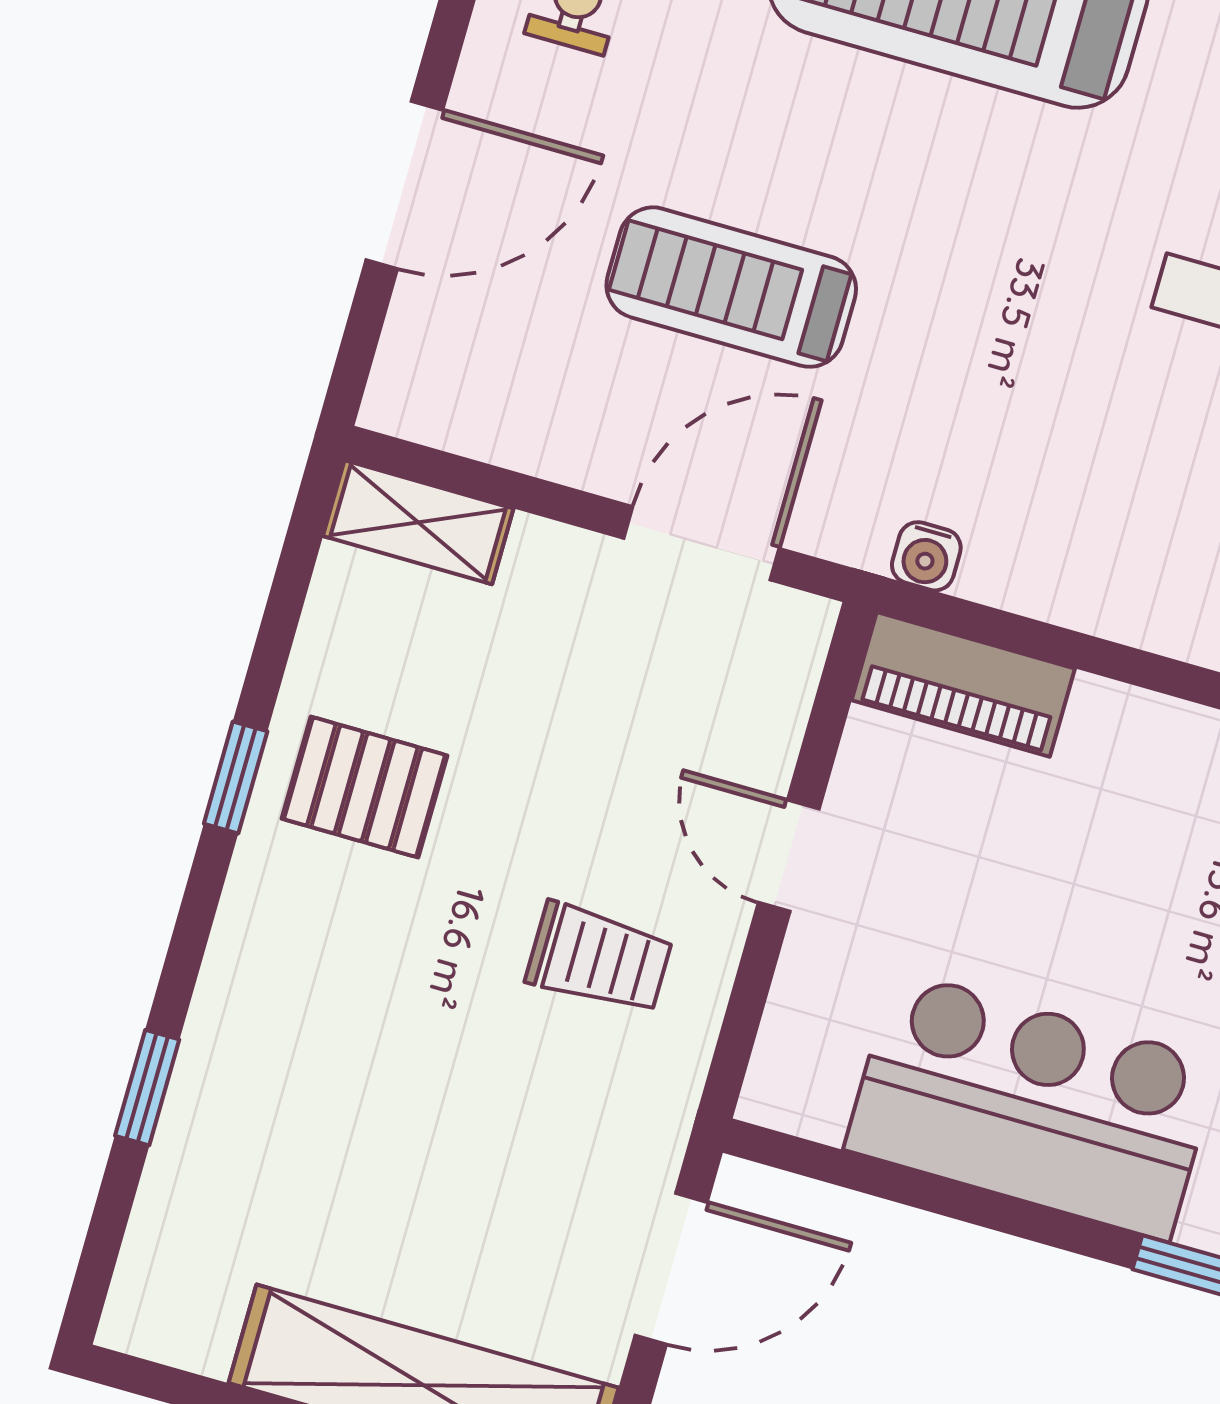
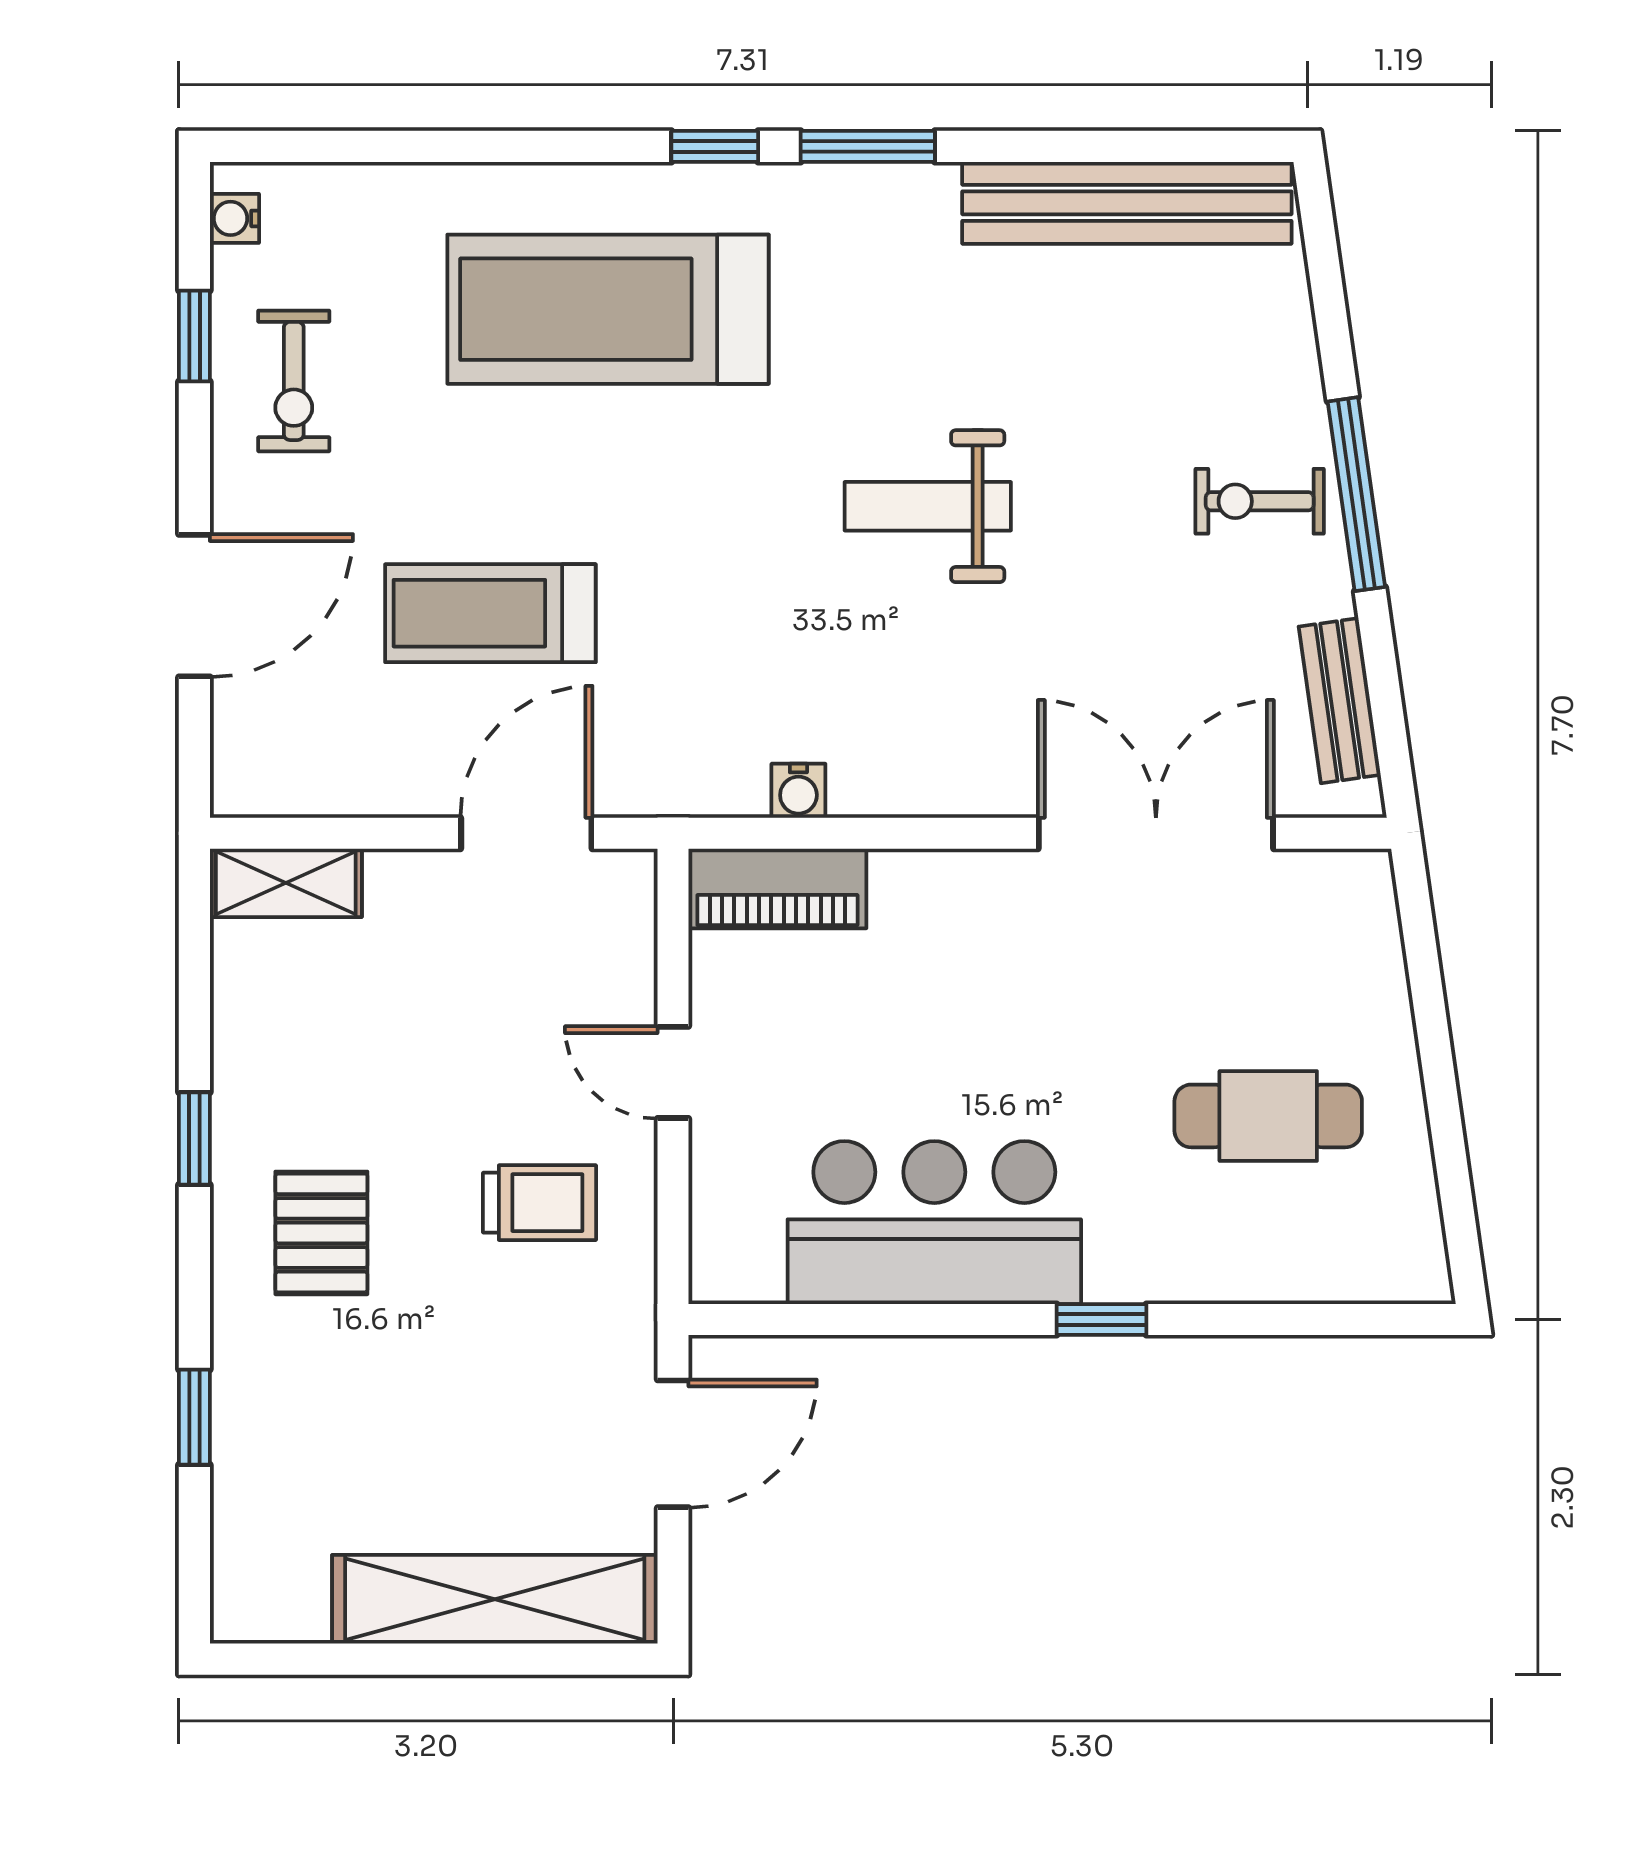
water cooler: (926, 556) -> (798, 791), moved
pallet: (364, 787) -> (321, 1233), moved, turned 90

